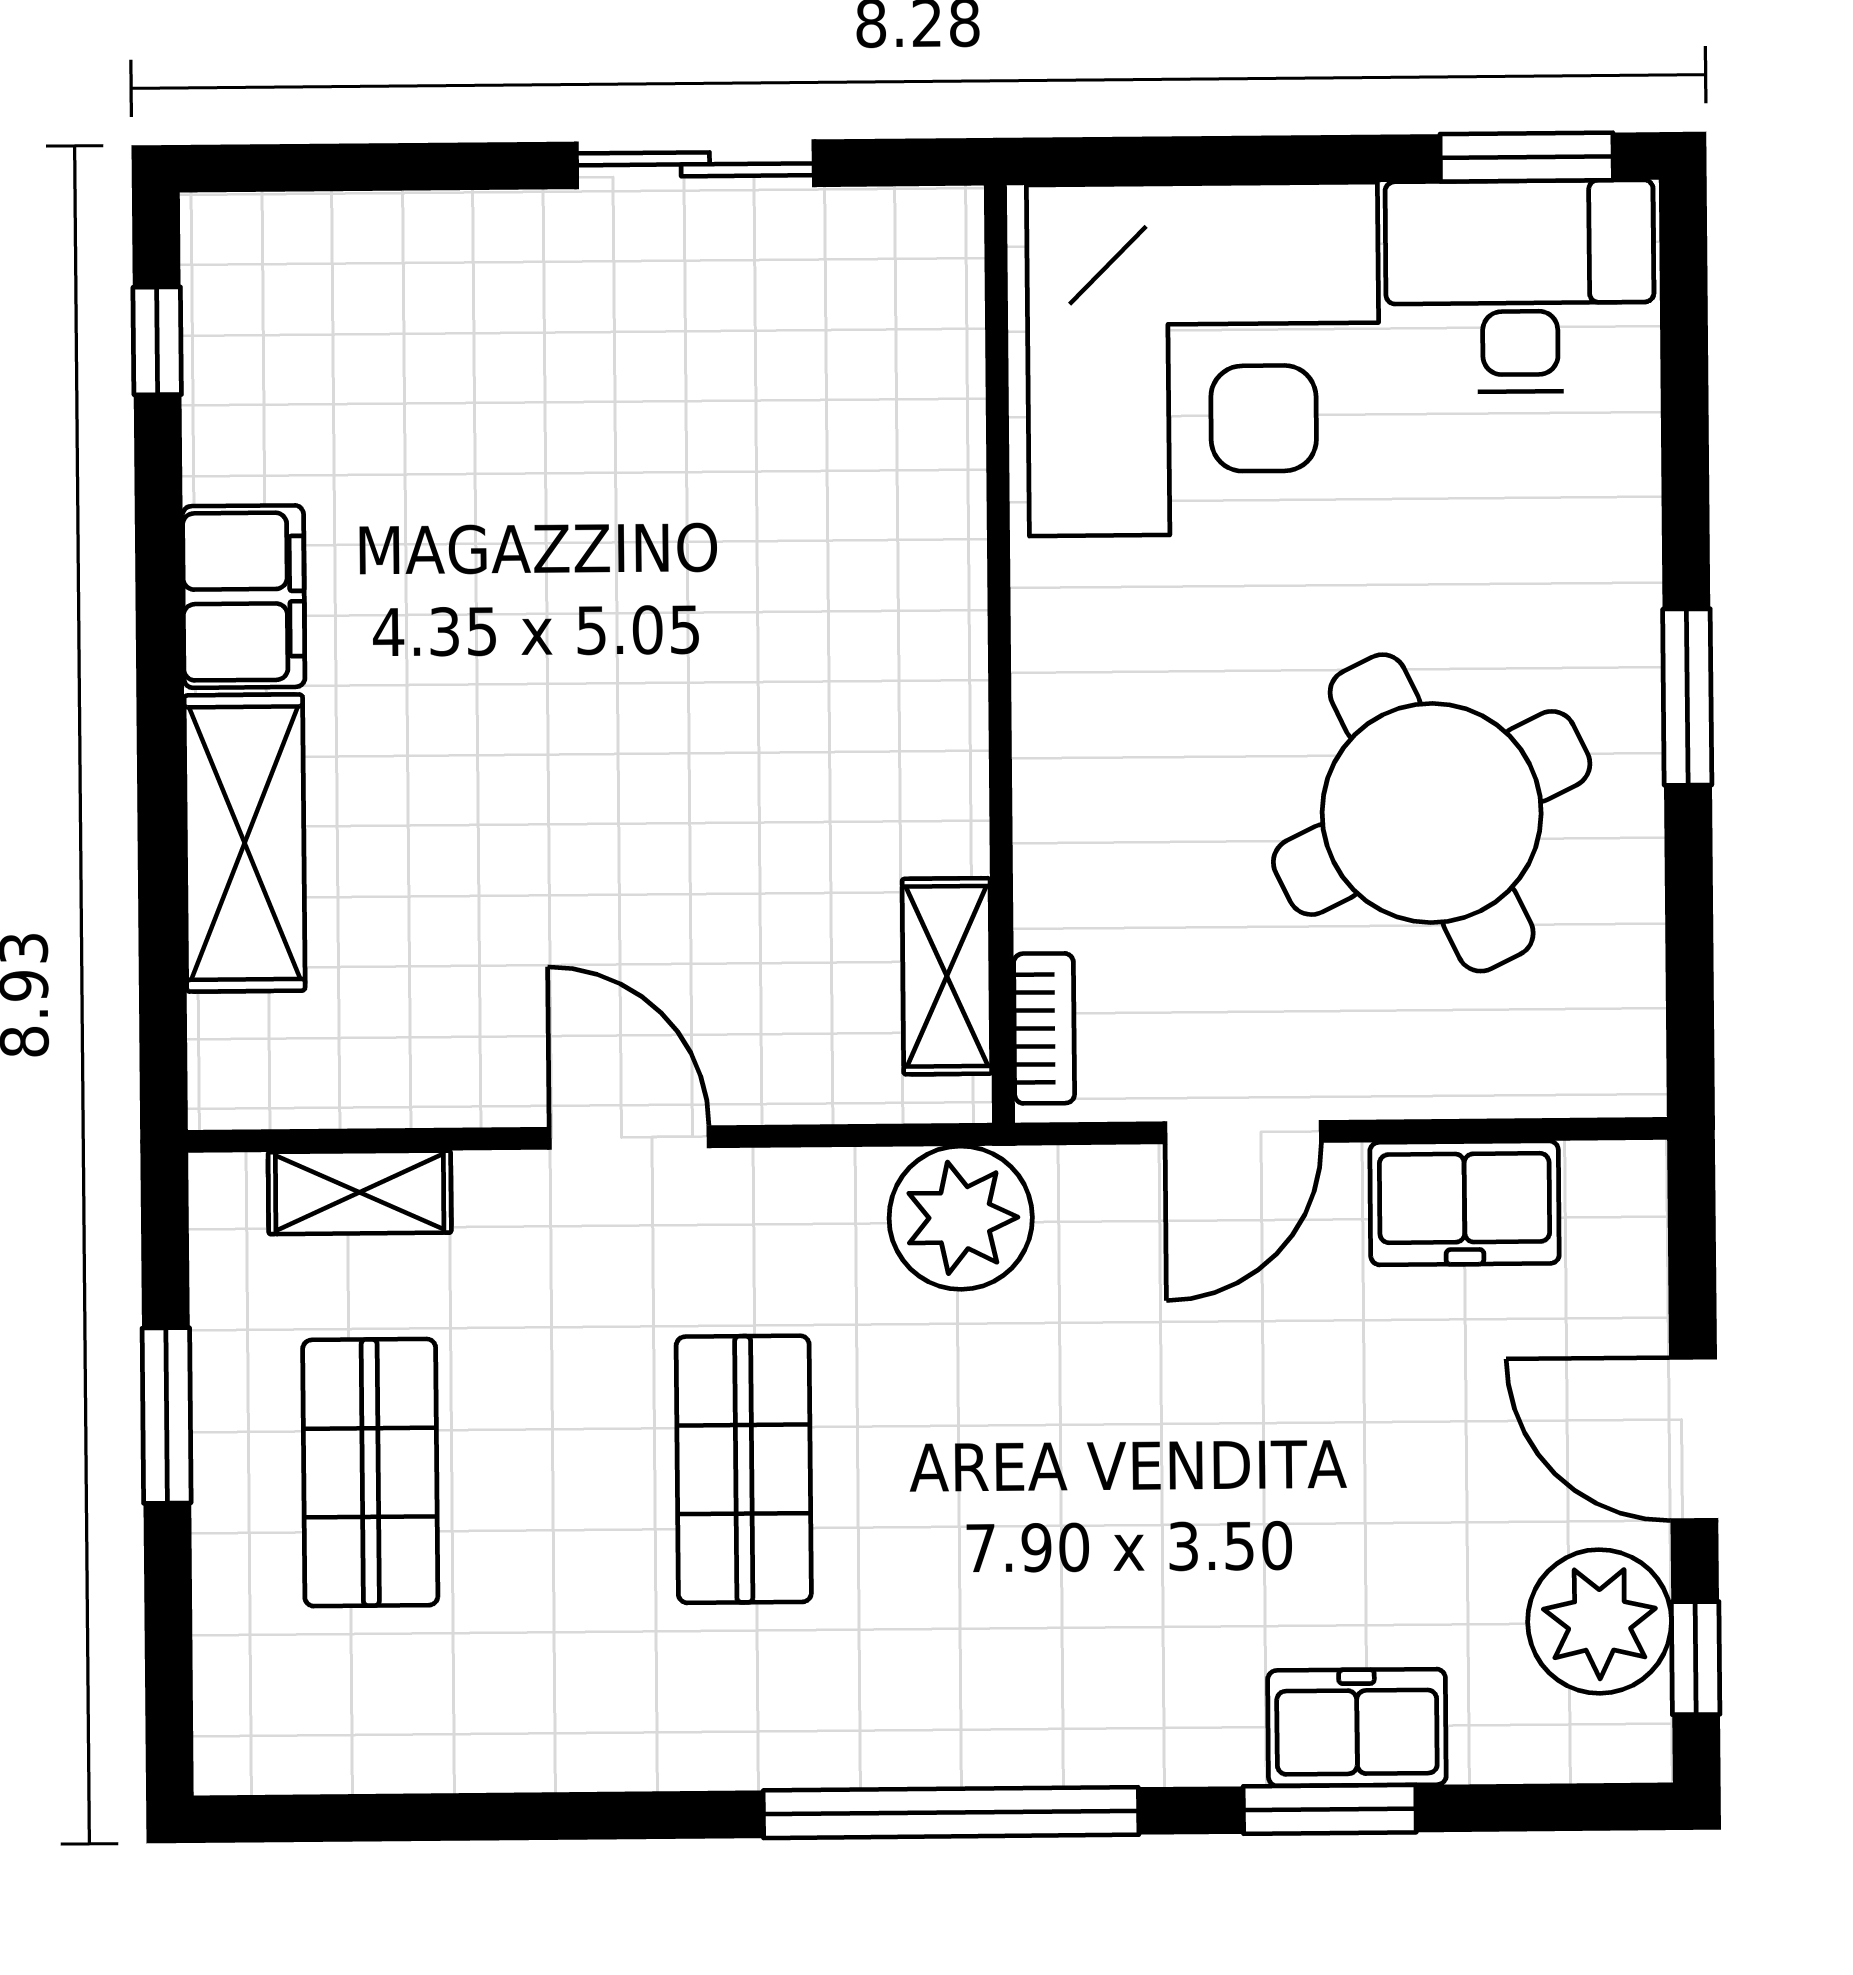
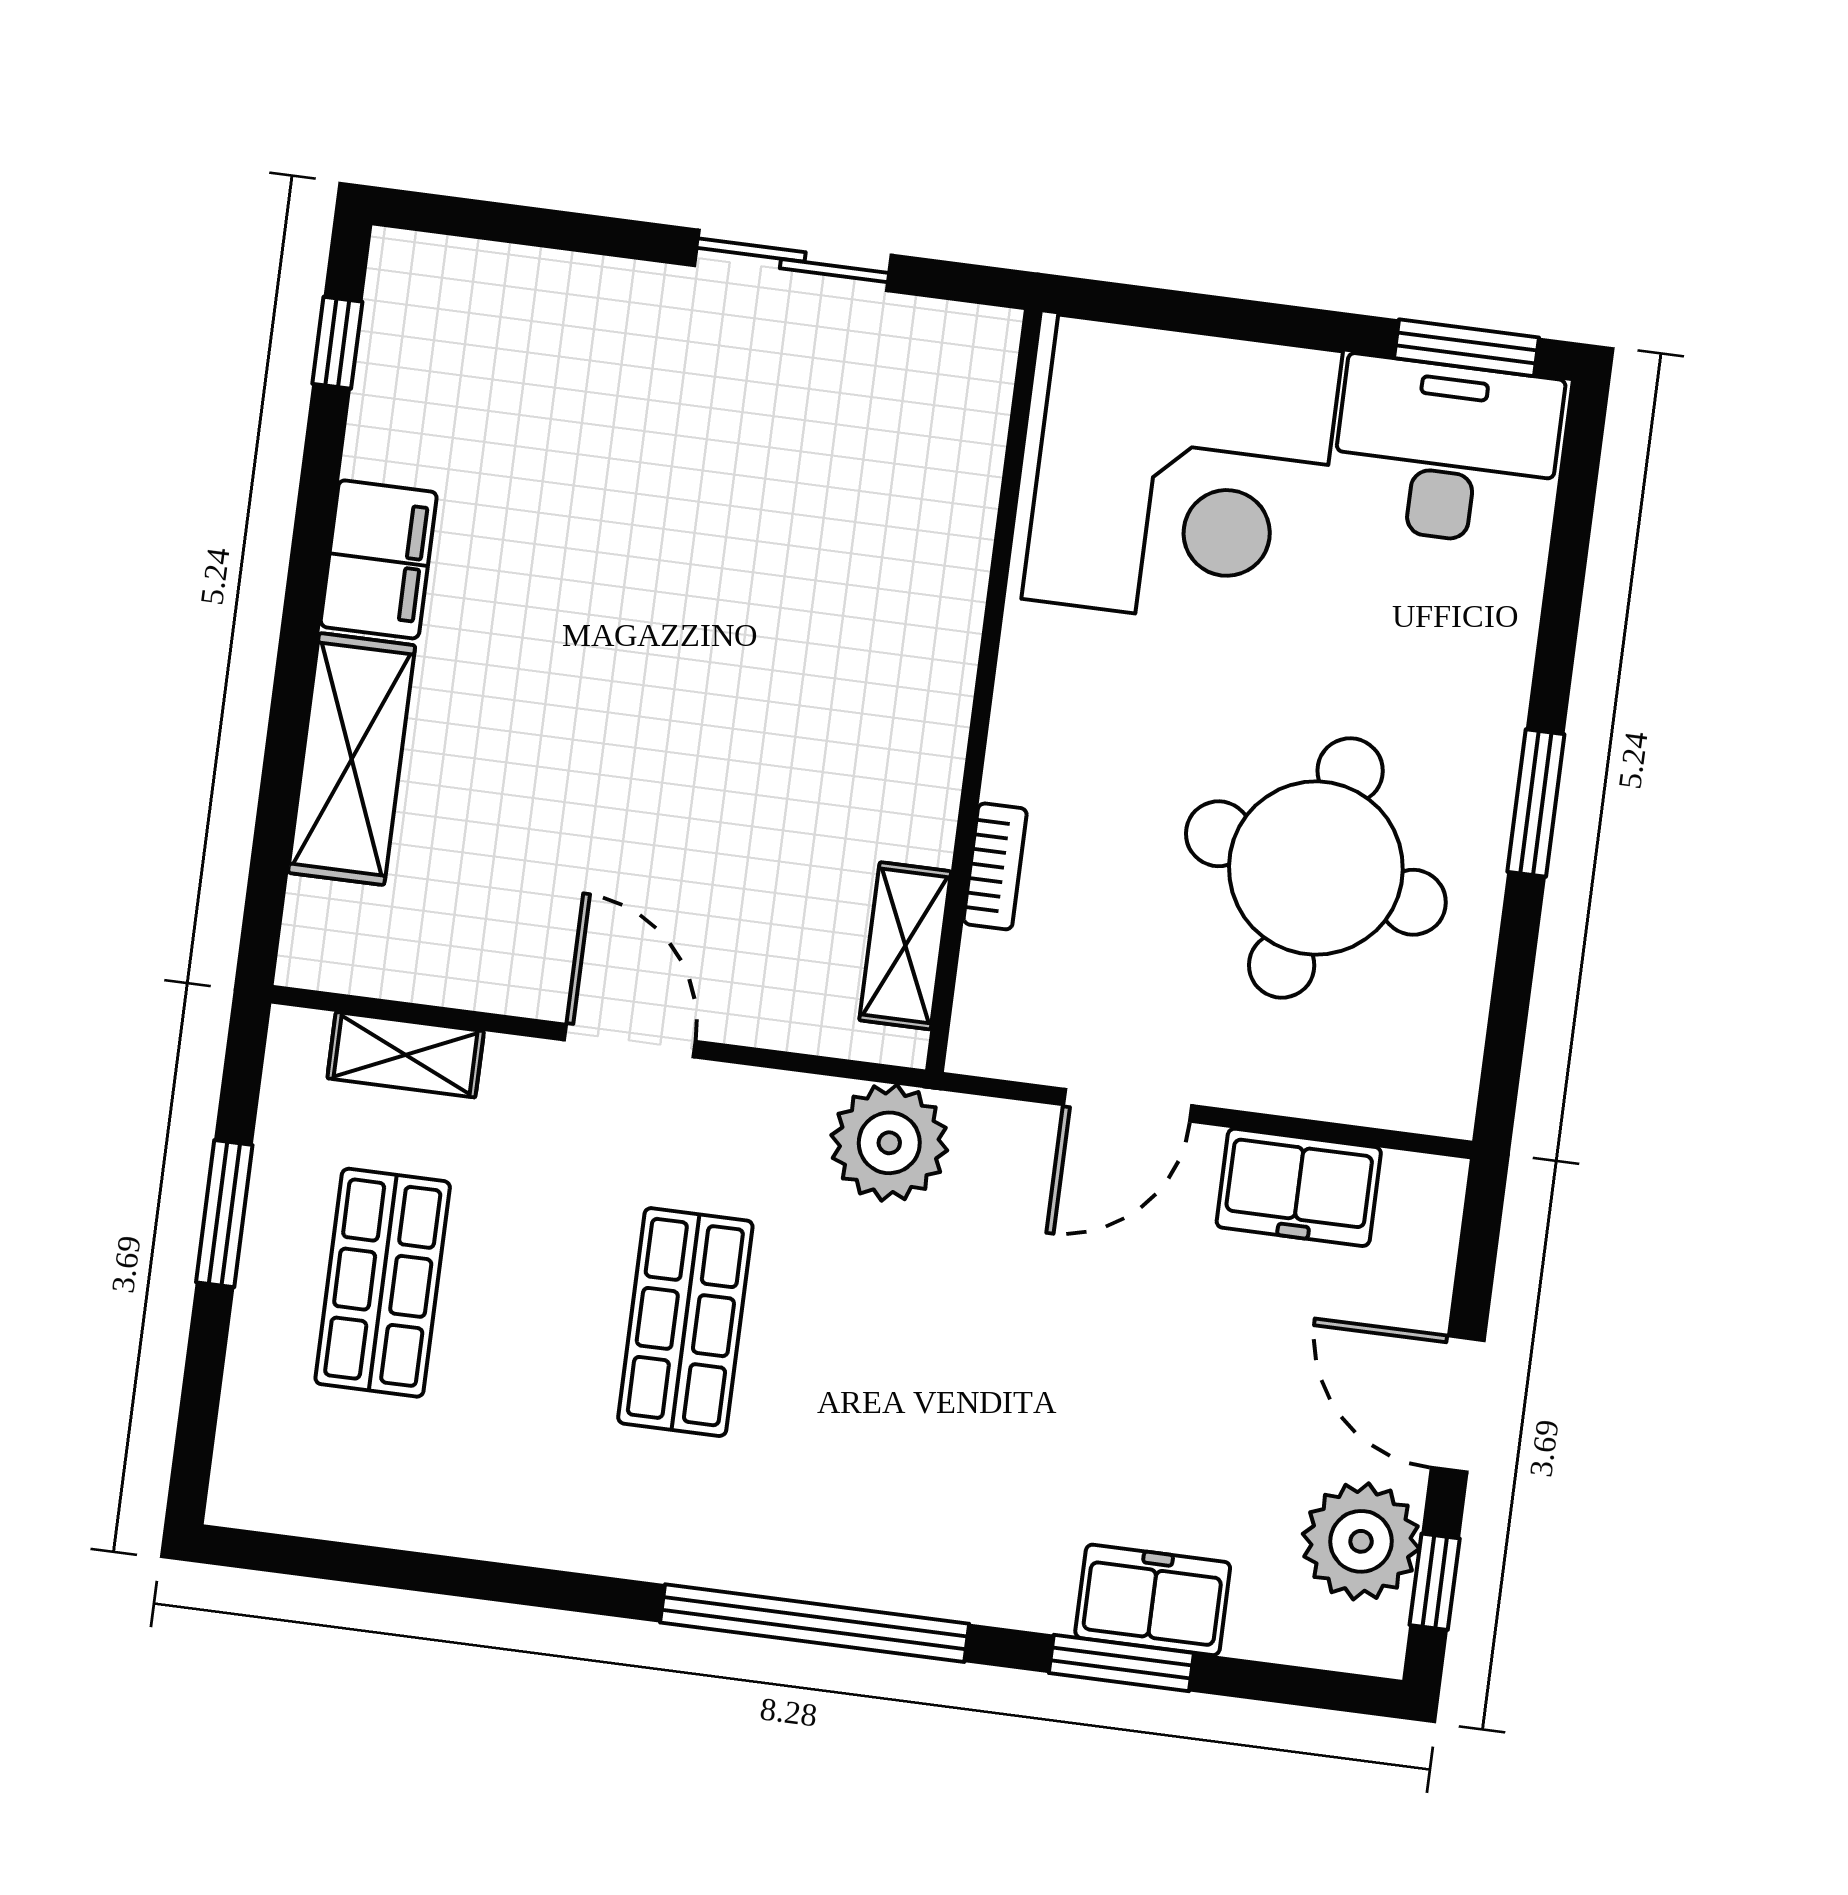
round table: (1432, 813) -> (1316, 868), turned 38
bookcase: (1044, 1028) -> (995, 866), moved

